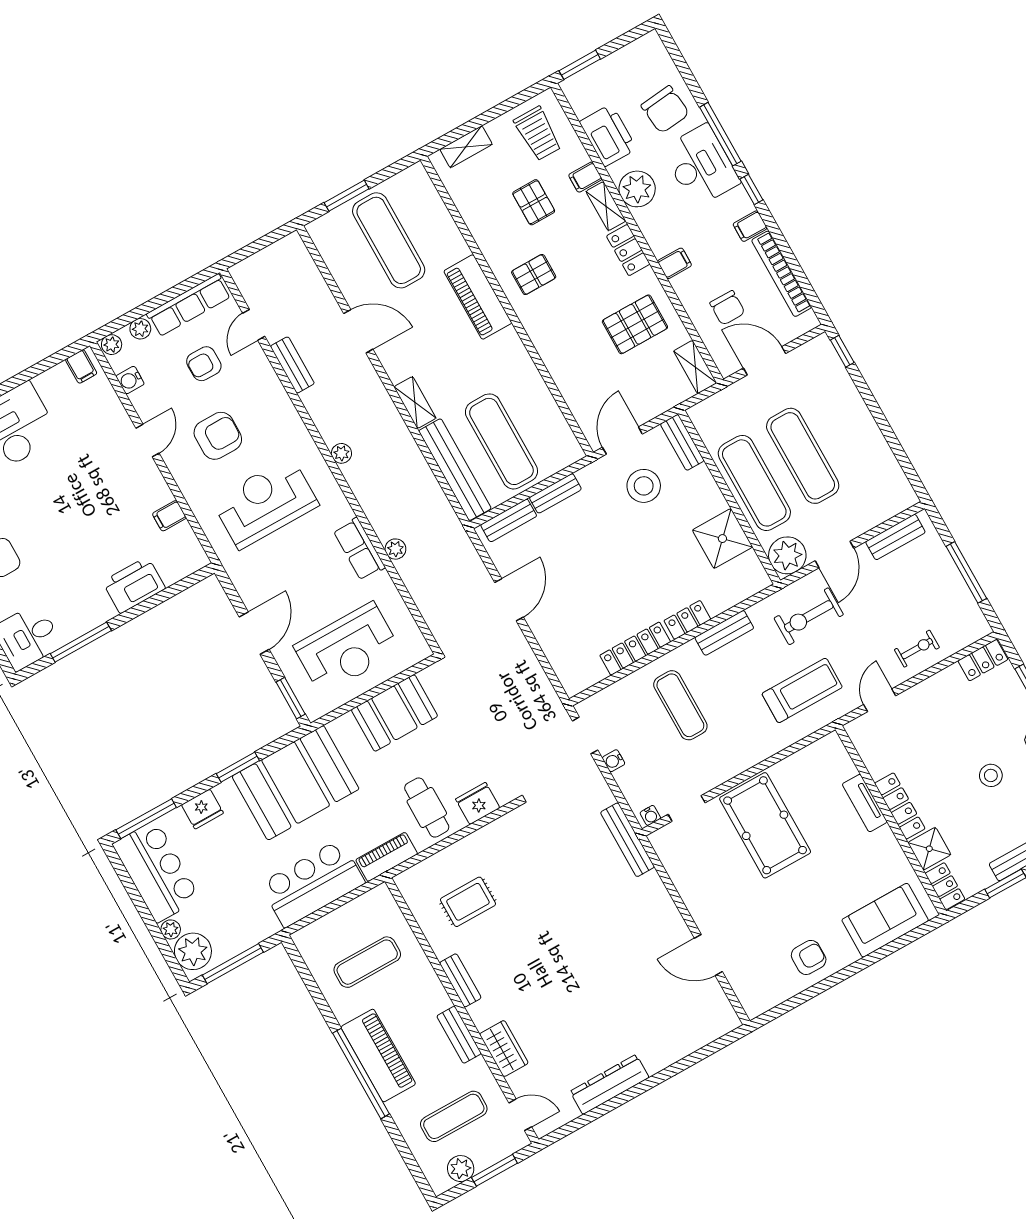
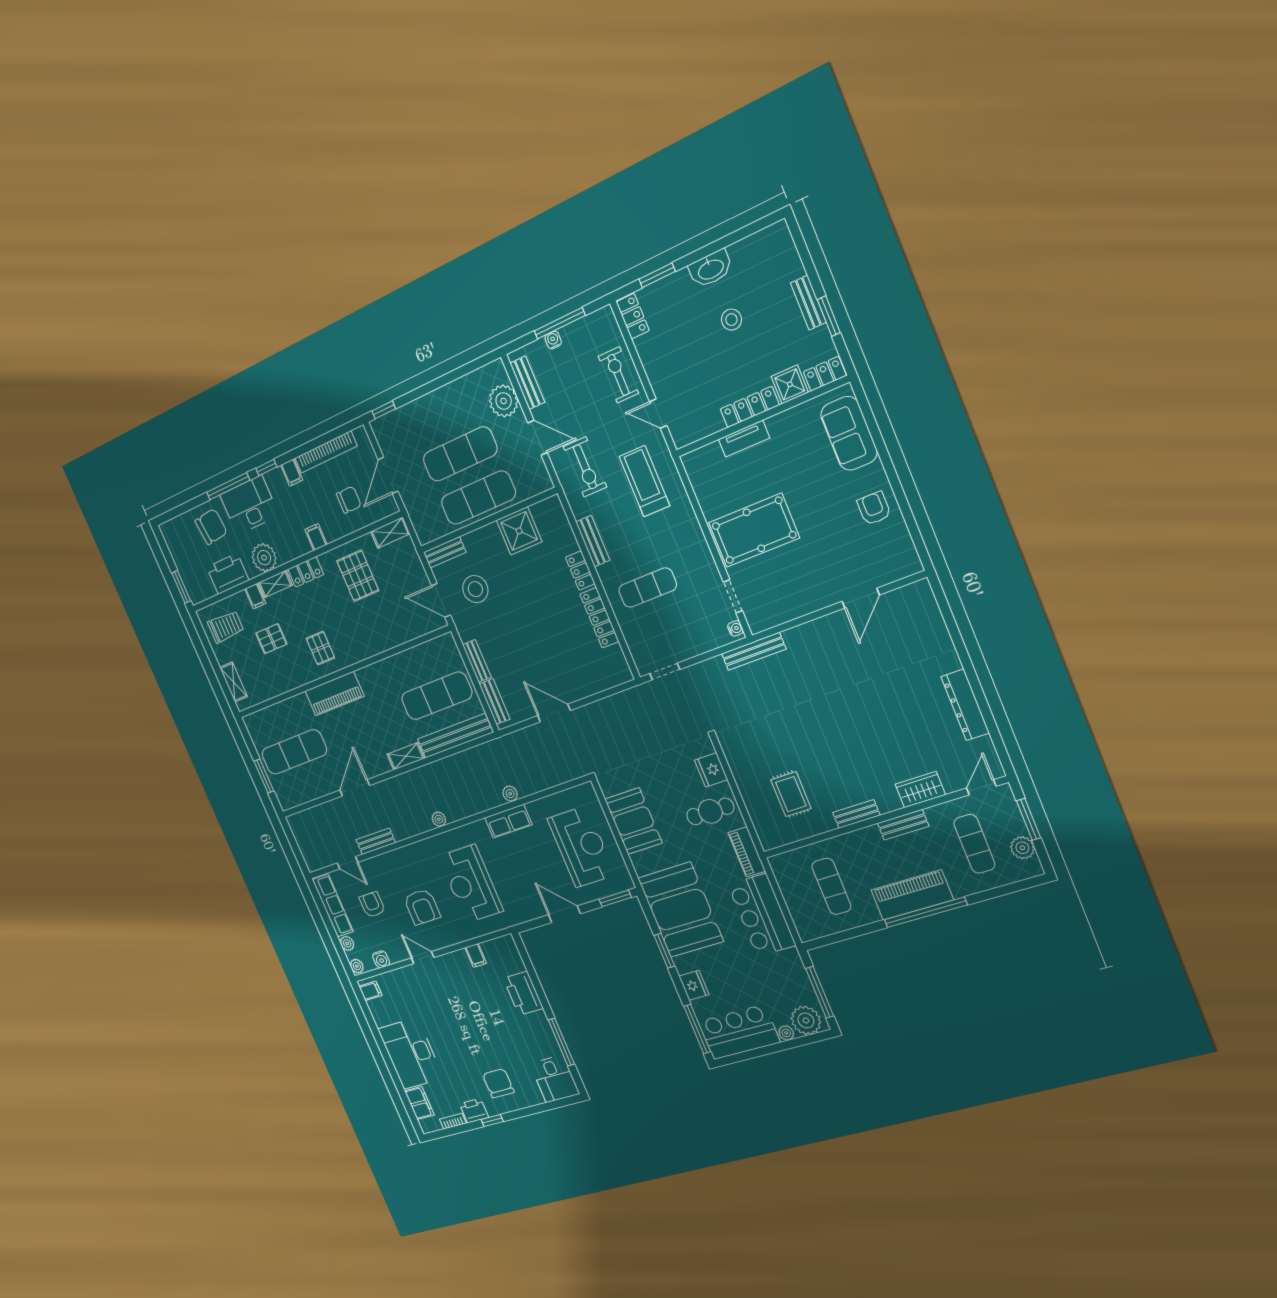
armchair: (204, 364) -> (372, 905), turned 180
armchair: (218, 436) -> (422, 907), turned 180
plant: (787, 555) -> (504, 401), moved
exercise bike: (917, 649) -> (618, 375), width x1.38, depth x1.39
water cooler: (614, 761) -> (553, 340), moved, turned 180

